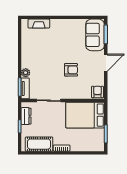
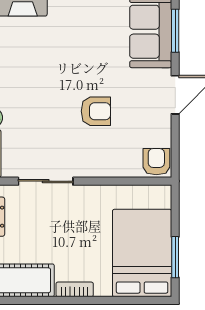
bed: (85, 115) -> (142, 253), moved, turned 90

